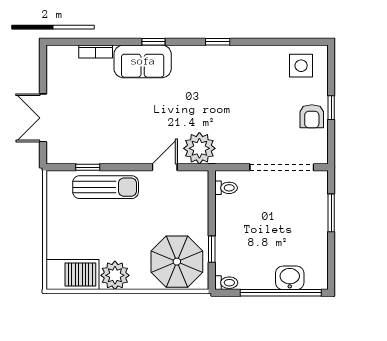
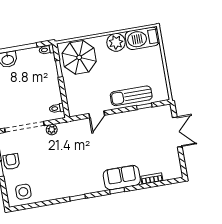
plant: (199, 148) -> (52, 130), moved, width x0.53, depth x0.53

